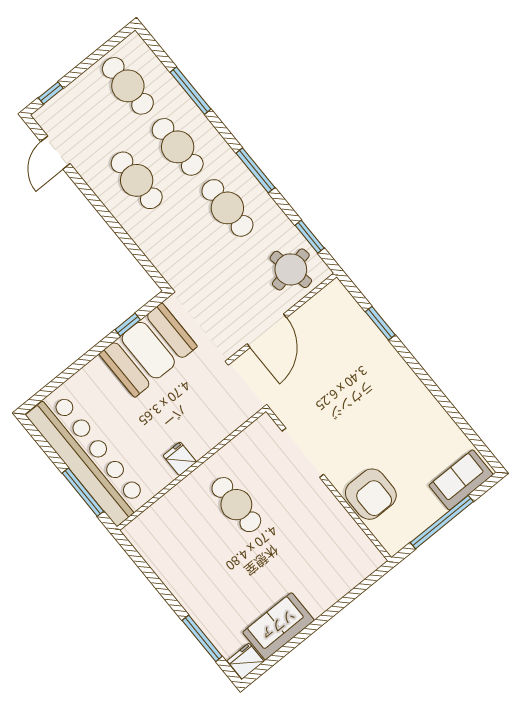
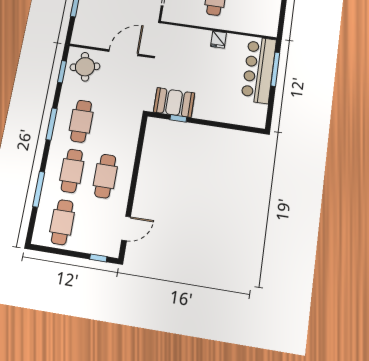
booth: (148, 350) -> (174, 102), width x0.73, depth x0.70
bar counter: (88, 457) -> (259, 70), width x0.73

